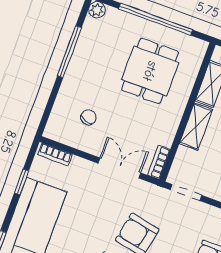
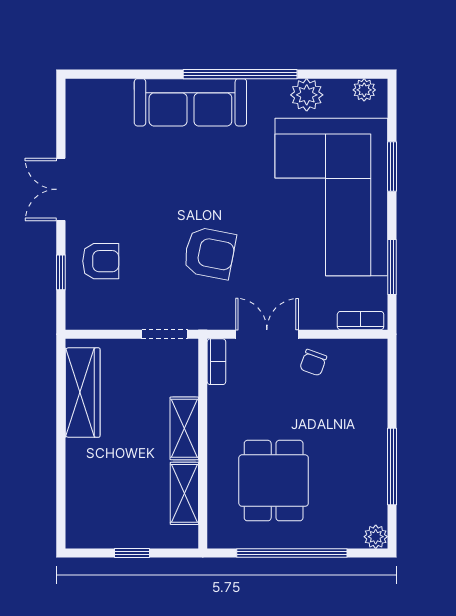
chair: (88, 117) -> (313, 363), moved
double door: (119, 168) -> (267, 334), swing flipped
window: (22, 182) -> (392, 267), width x1.50

